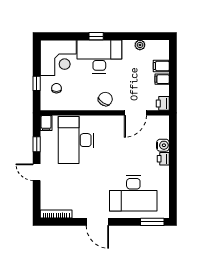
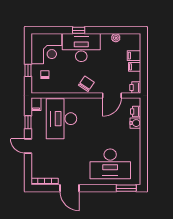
printer: (163, 159) -> (136, 111), moved
door: (97, 222) -> (69, 188), moved

